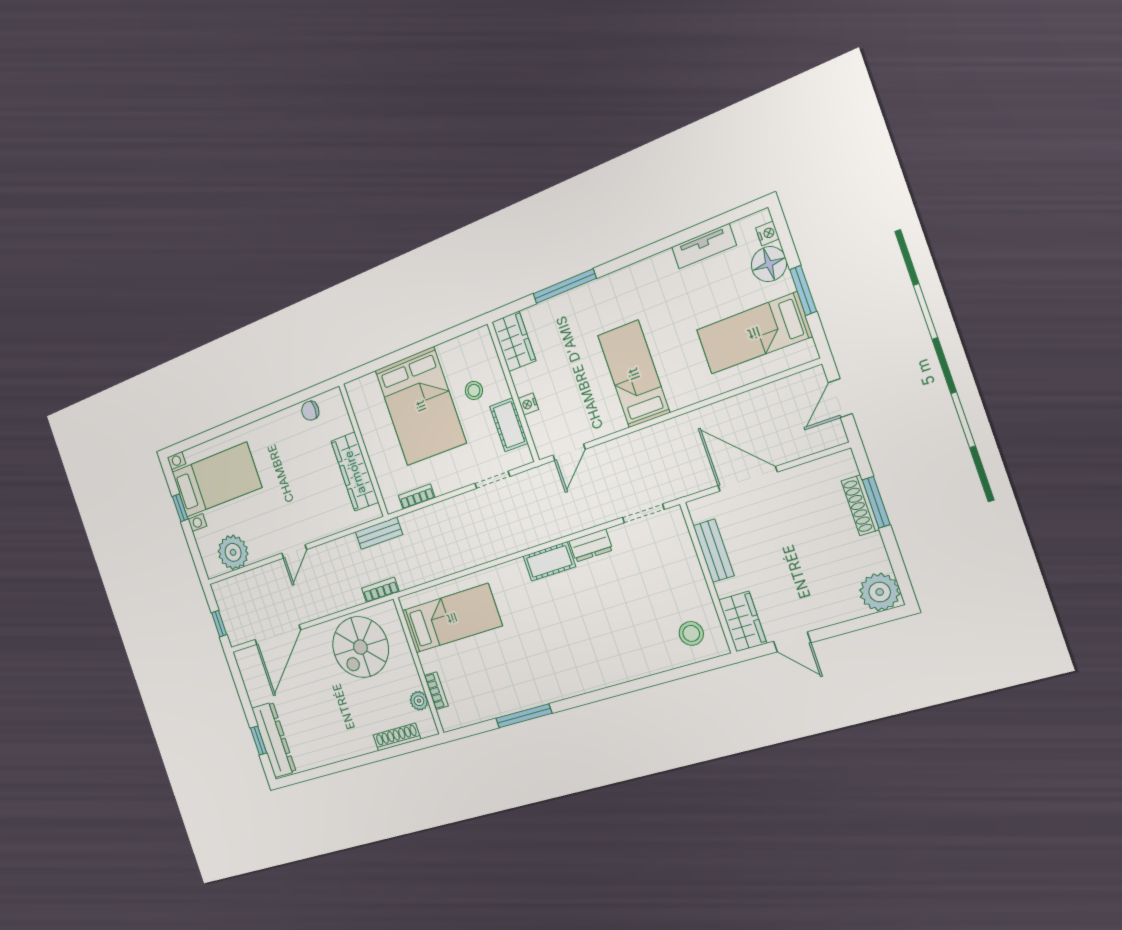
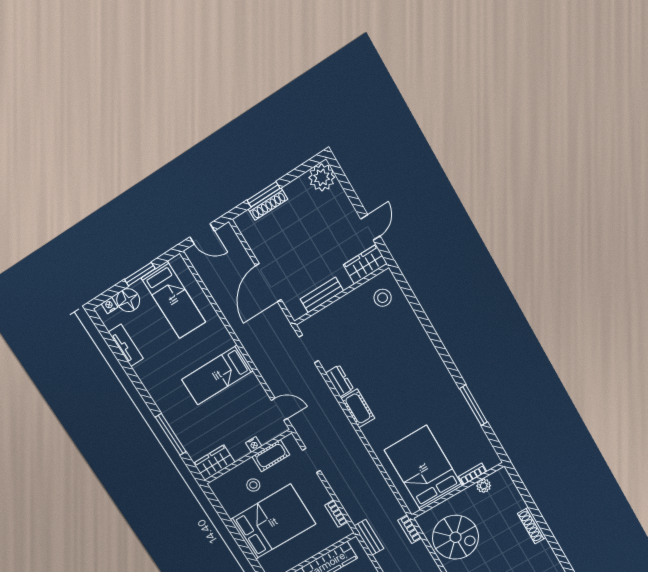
bed: (452, 618) -> (423, 468), width x1.50
shoe rack: (397, 737) -> (532, 525), moved

